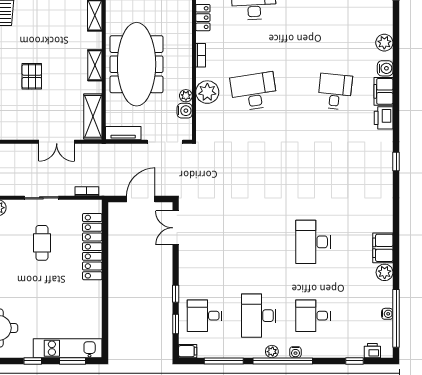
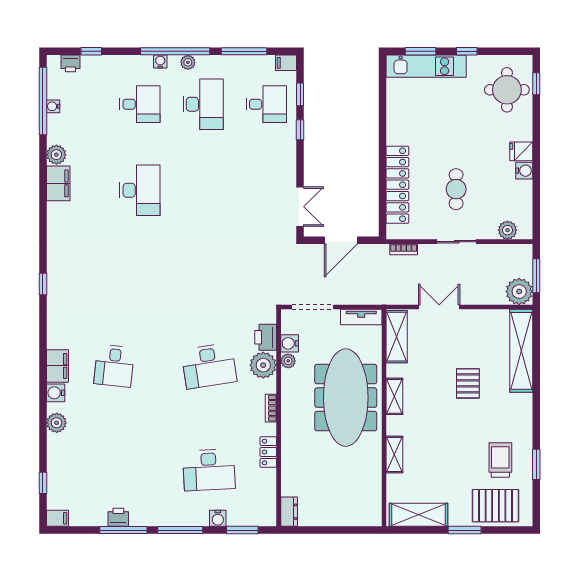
printer: (384, 118) -> (266, 337), moved, turned 180

